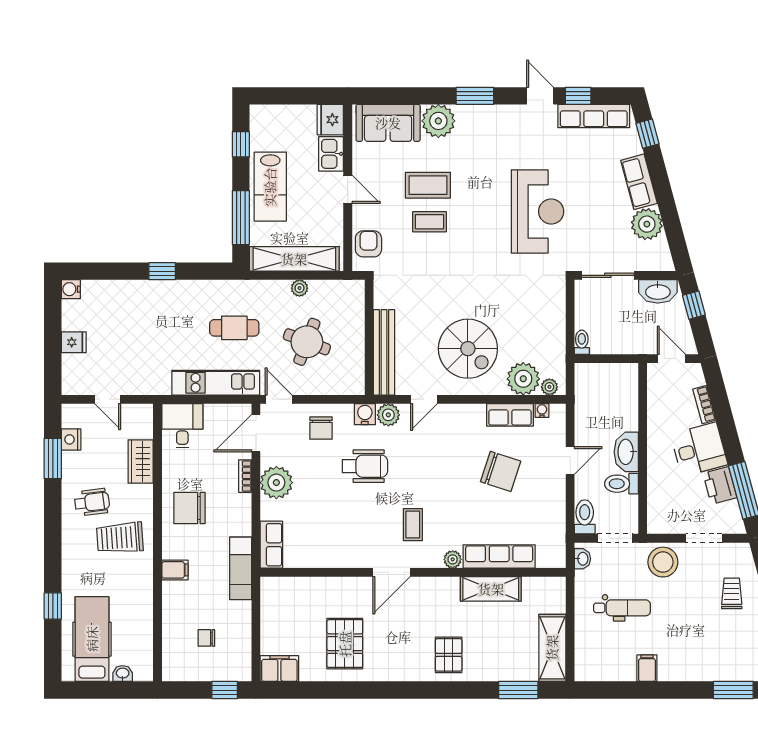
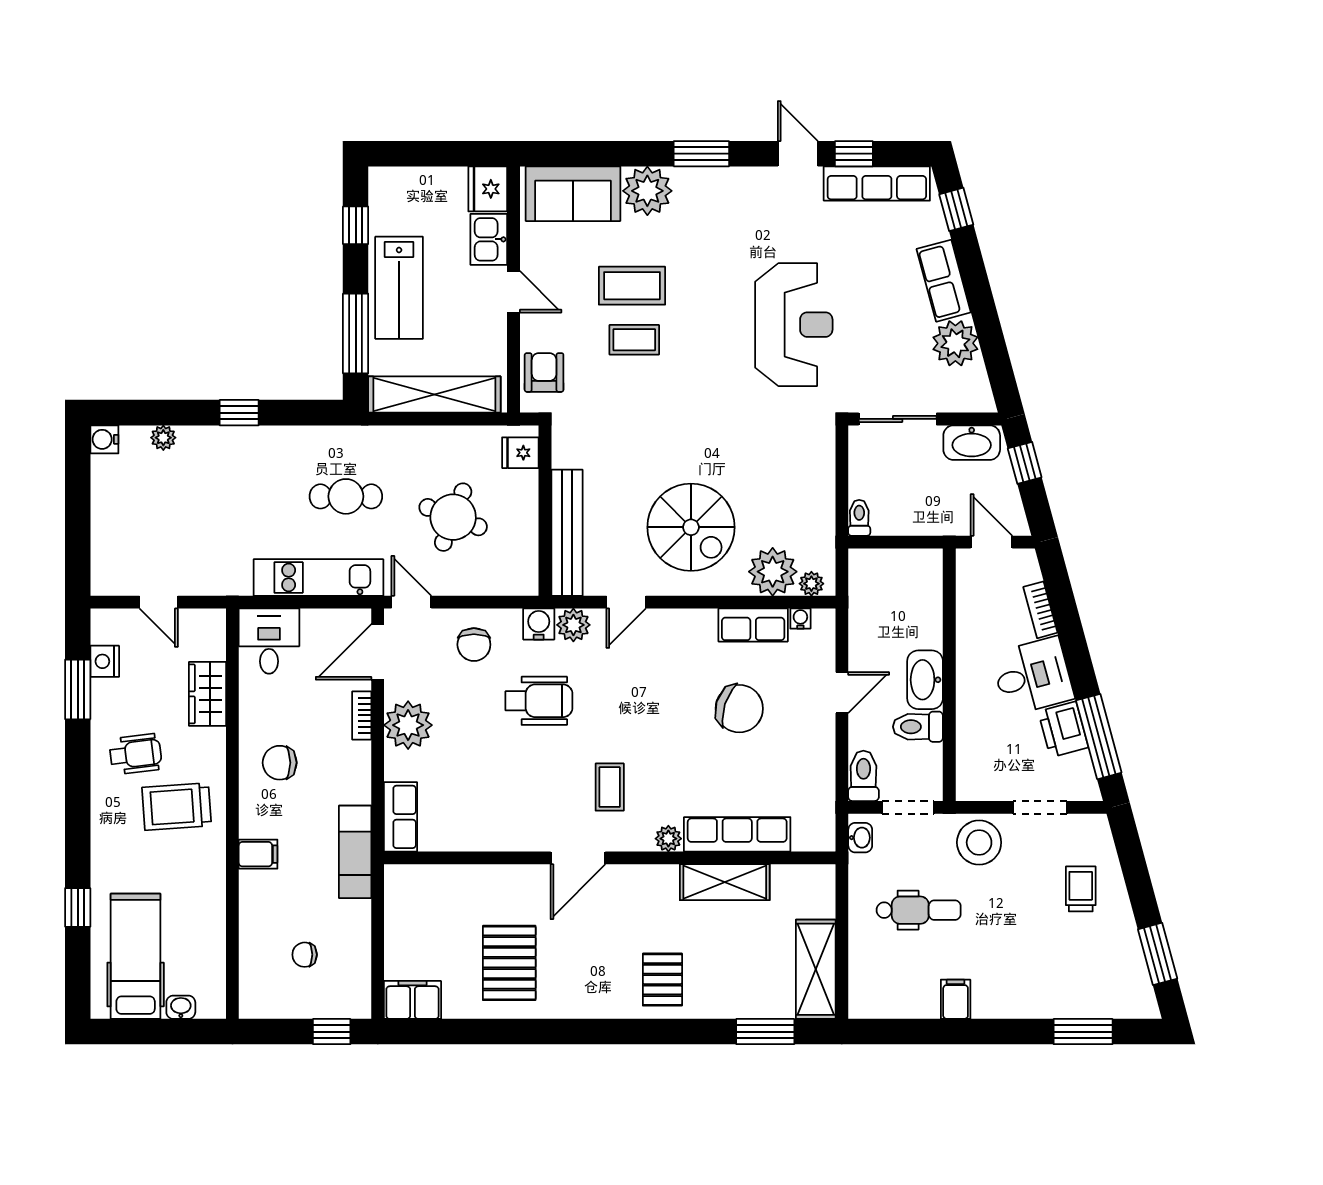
plant: (299, 288) -> (163, 438), moved
fridge: (74, 342) -> (520, 453), moved, turned 180
chair: (189, 508) -> (280, 763), width x0.73, depth x0.73

